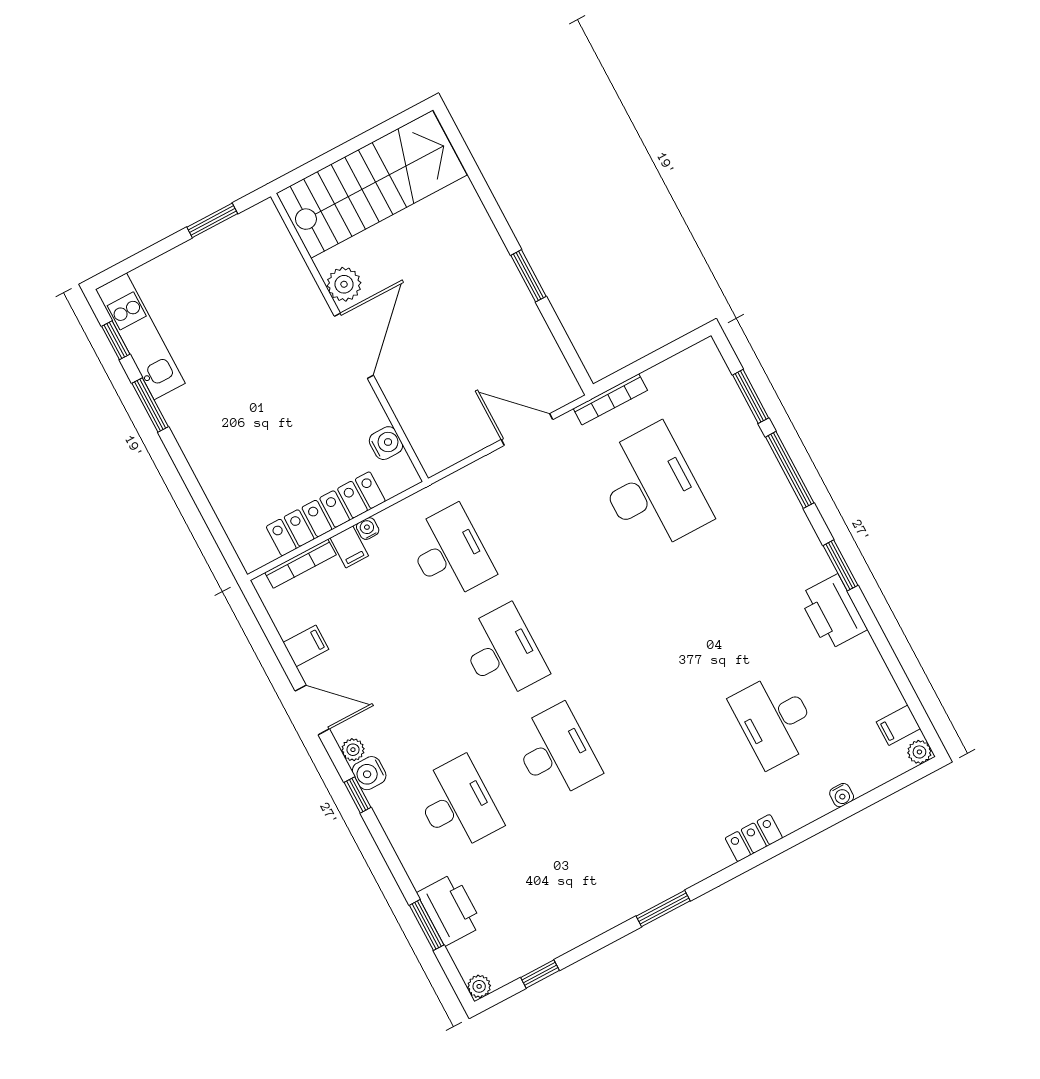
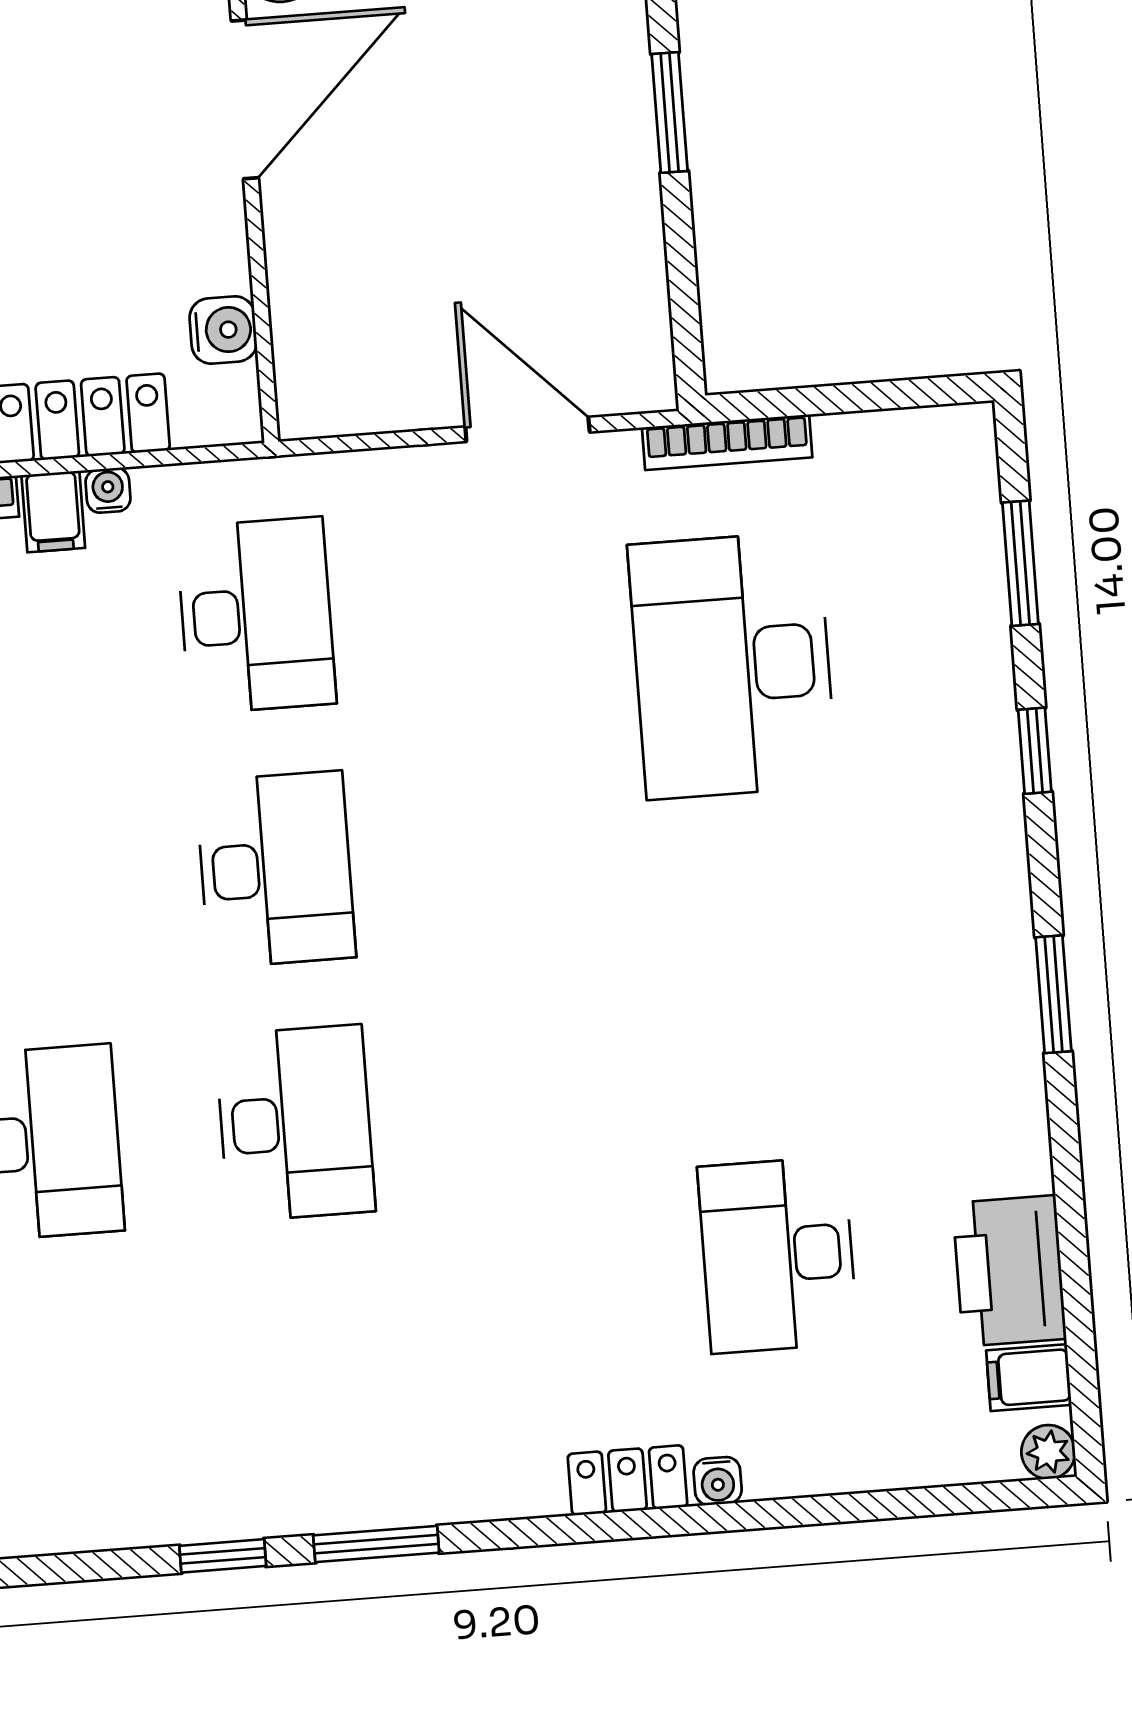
window: (790, 470) -> (1035, 751), width x0.46
desk: (652, 489) -> (732, 665), turned 180
printer: (833, 612) -> (1009, 1271), moved
water cooler: (842, 795) -> (718, 1481), moved
window: (540, 974) -> (223, 1556), moved

